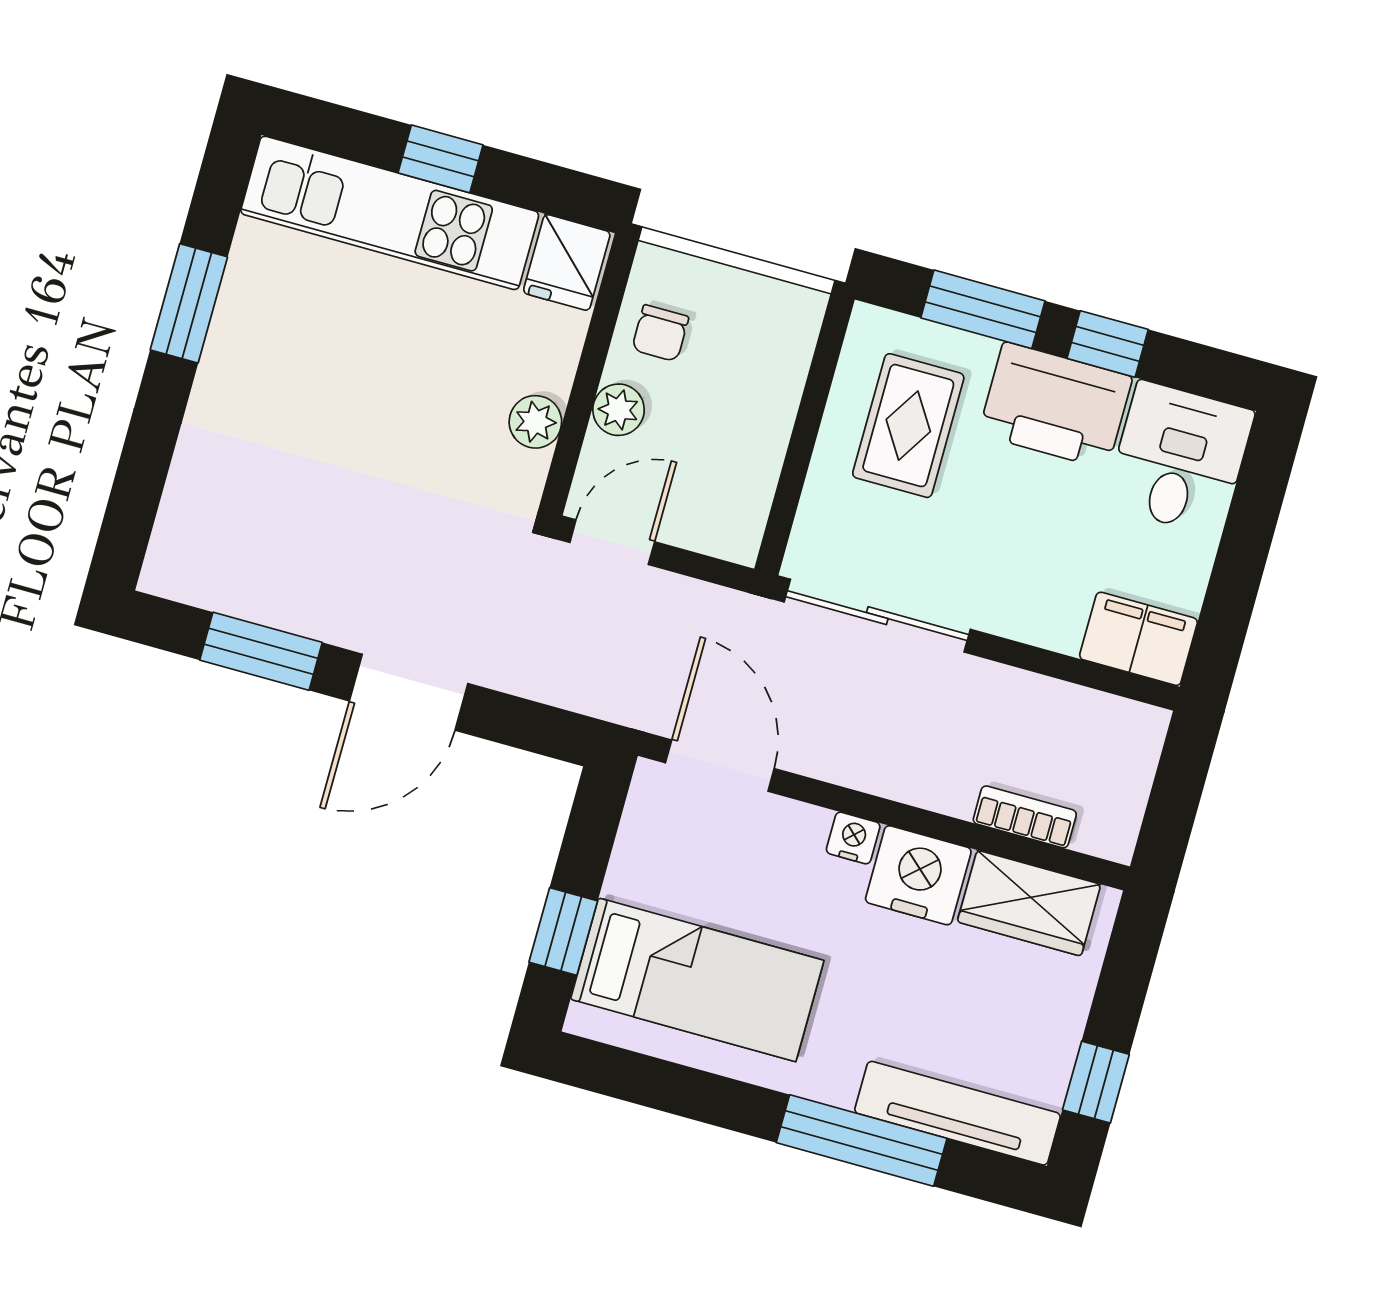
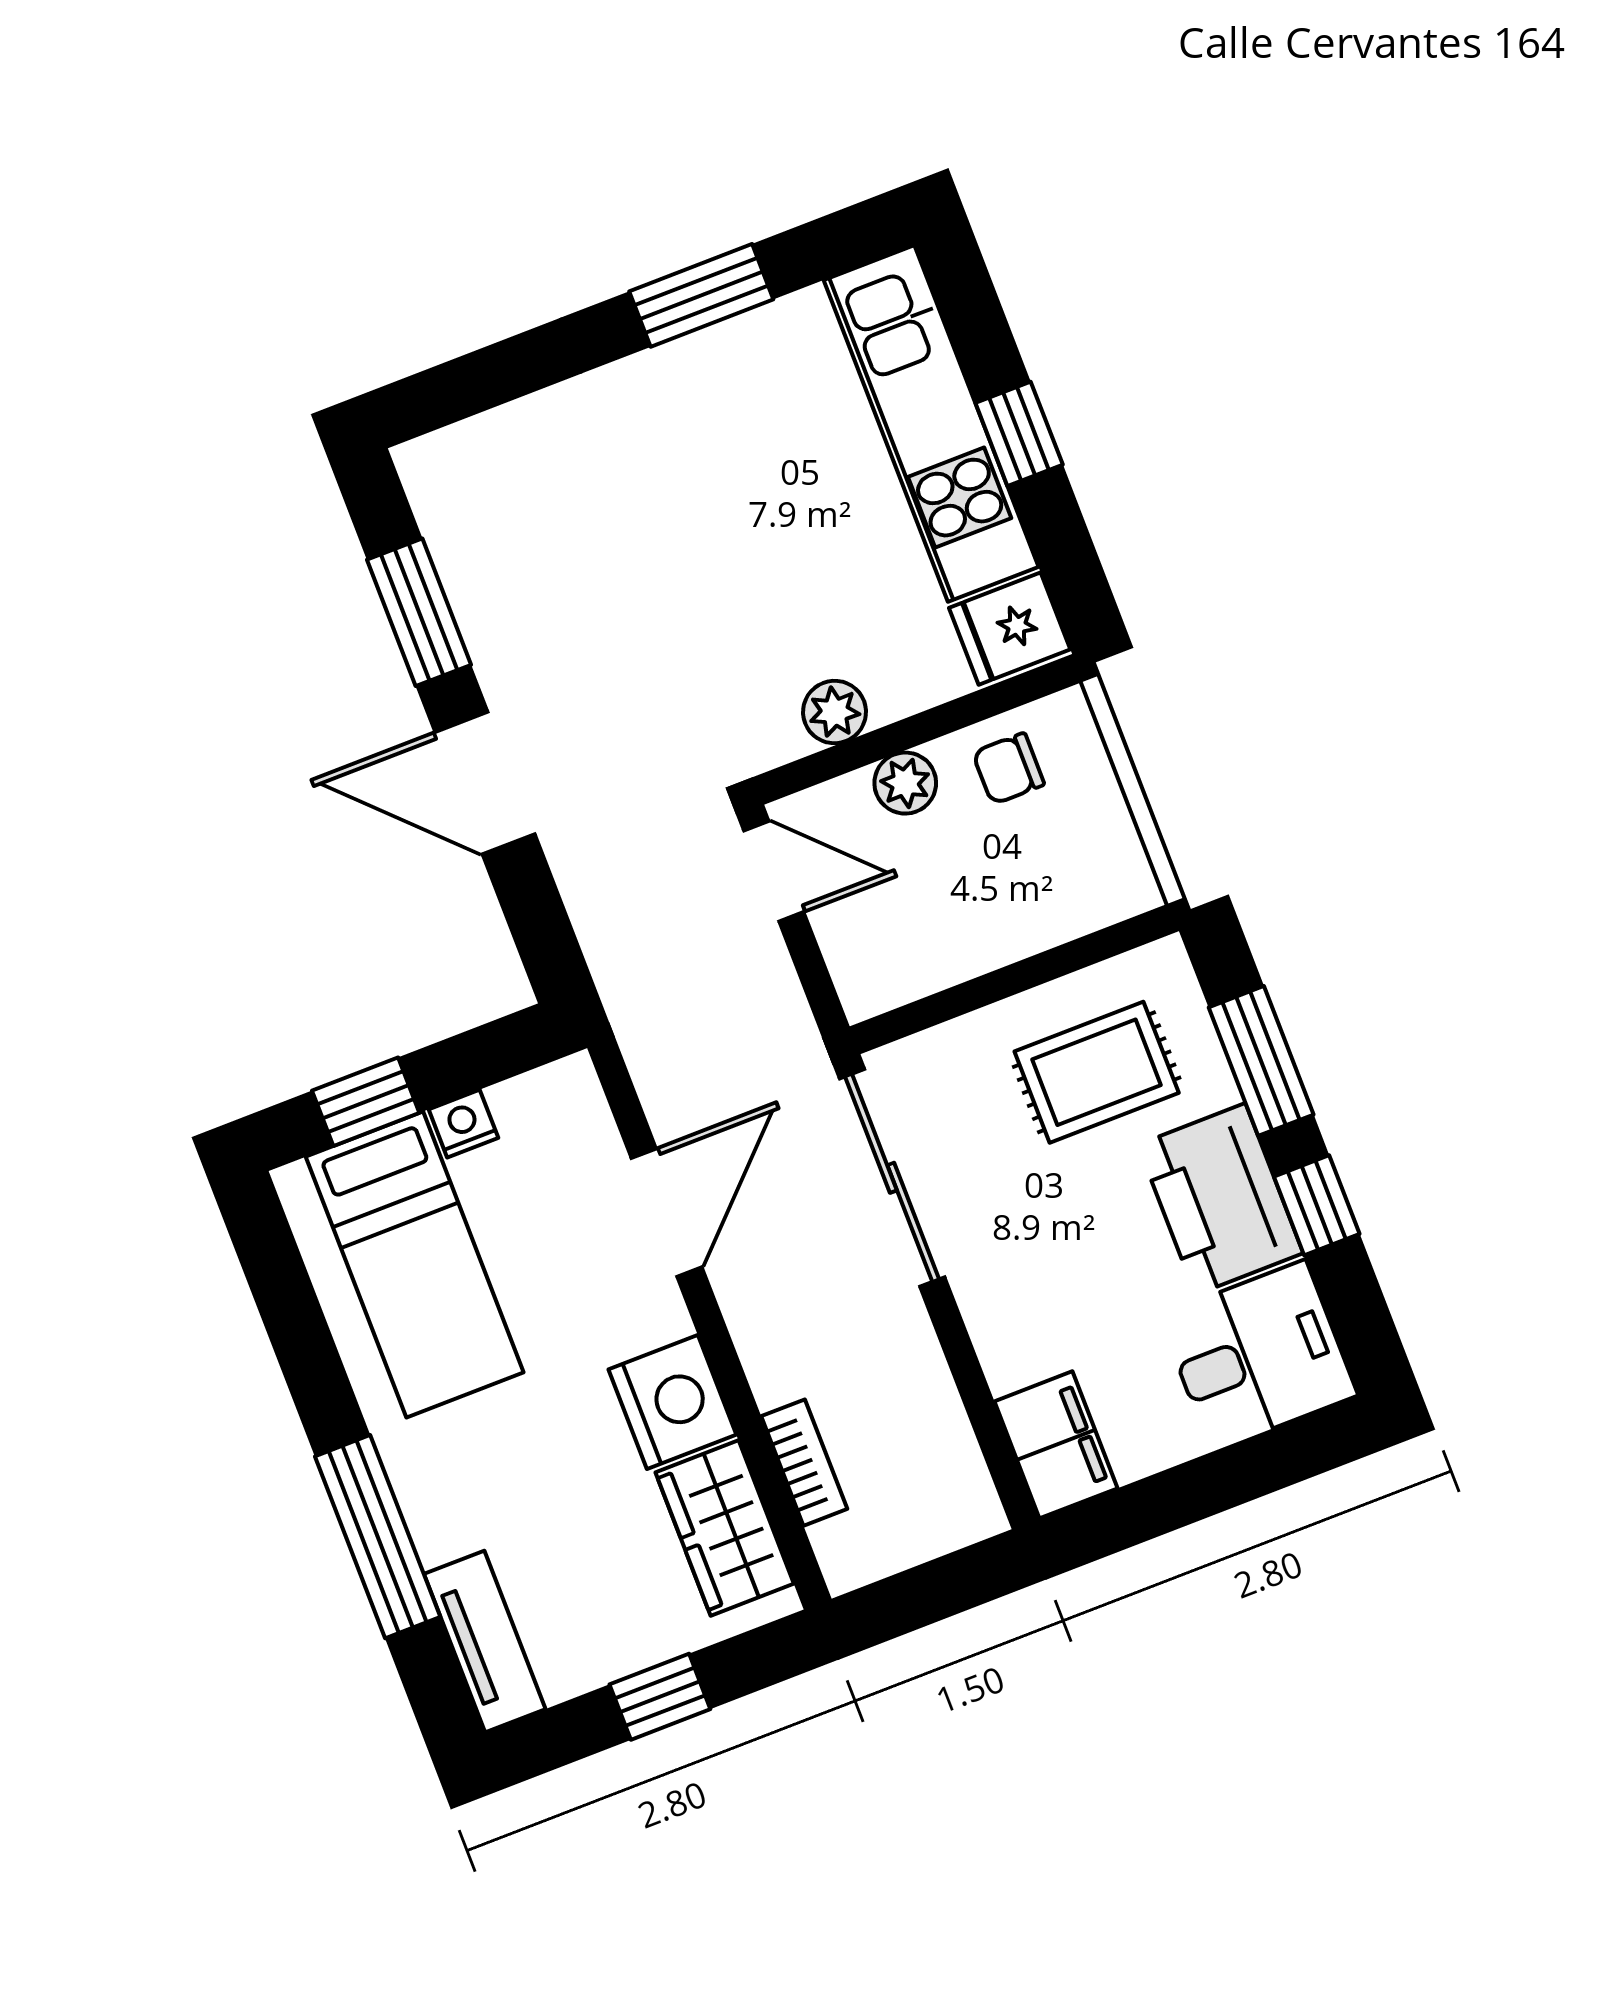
door: (720, 766) -> (667, 1213), moved
nightstand: (853, 838) -> (463, 1124), moved, turned -90
window: (1096, 1082) -> (660, 1697), moved
tv unit: (958, 1113) -> (485, 1641), width x0.71

